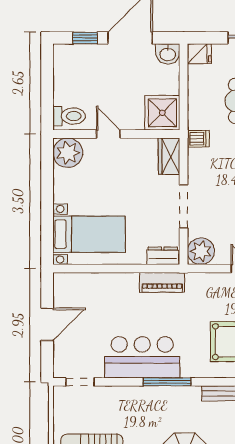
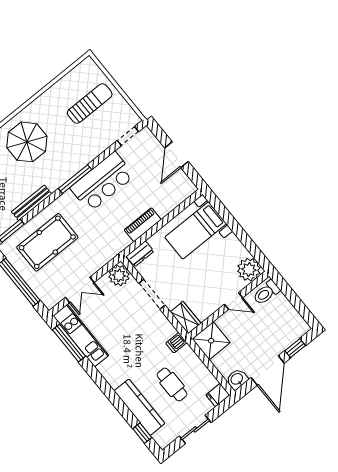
piano: (162, 282) -> (143, 225), moved

